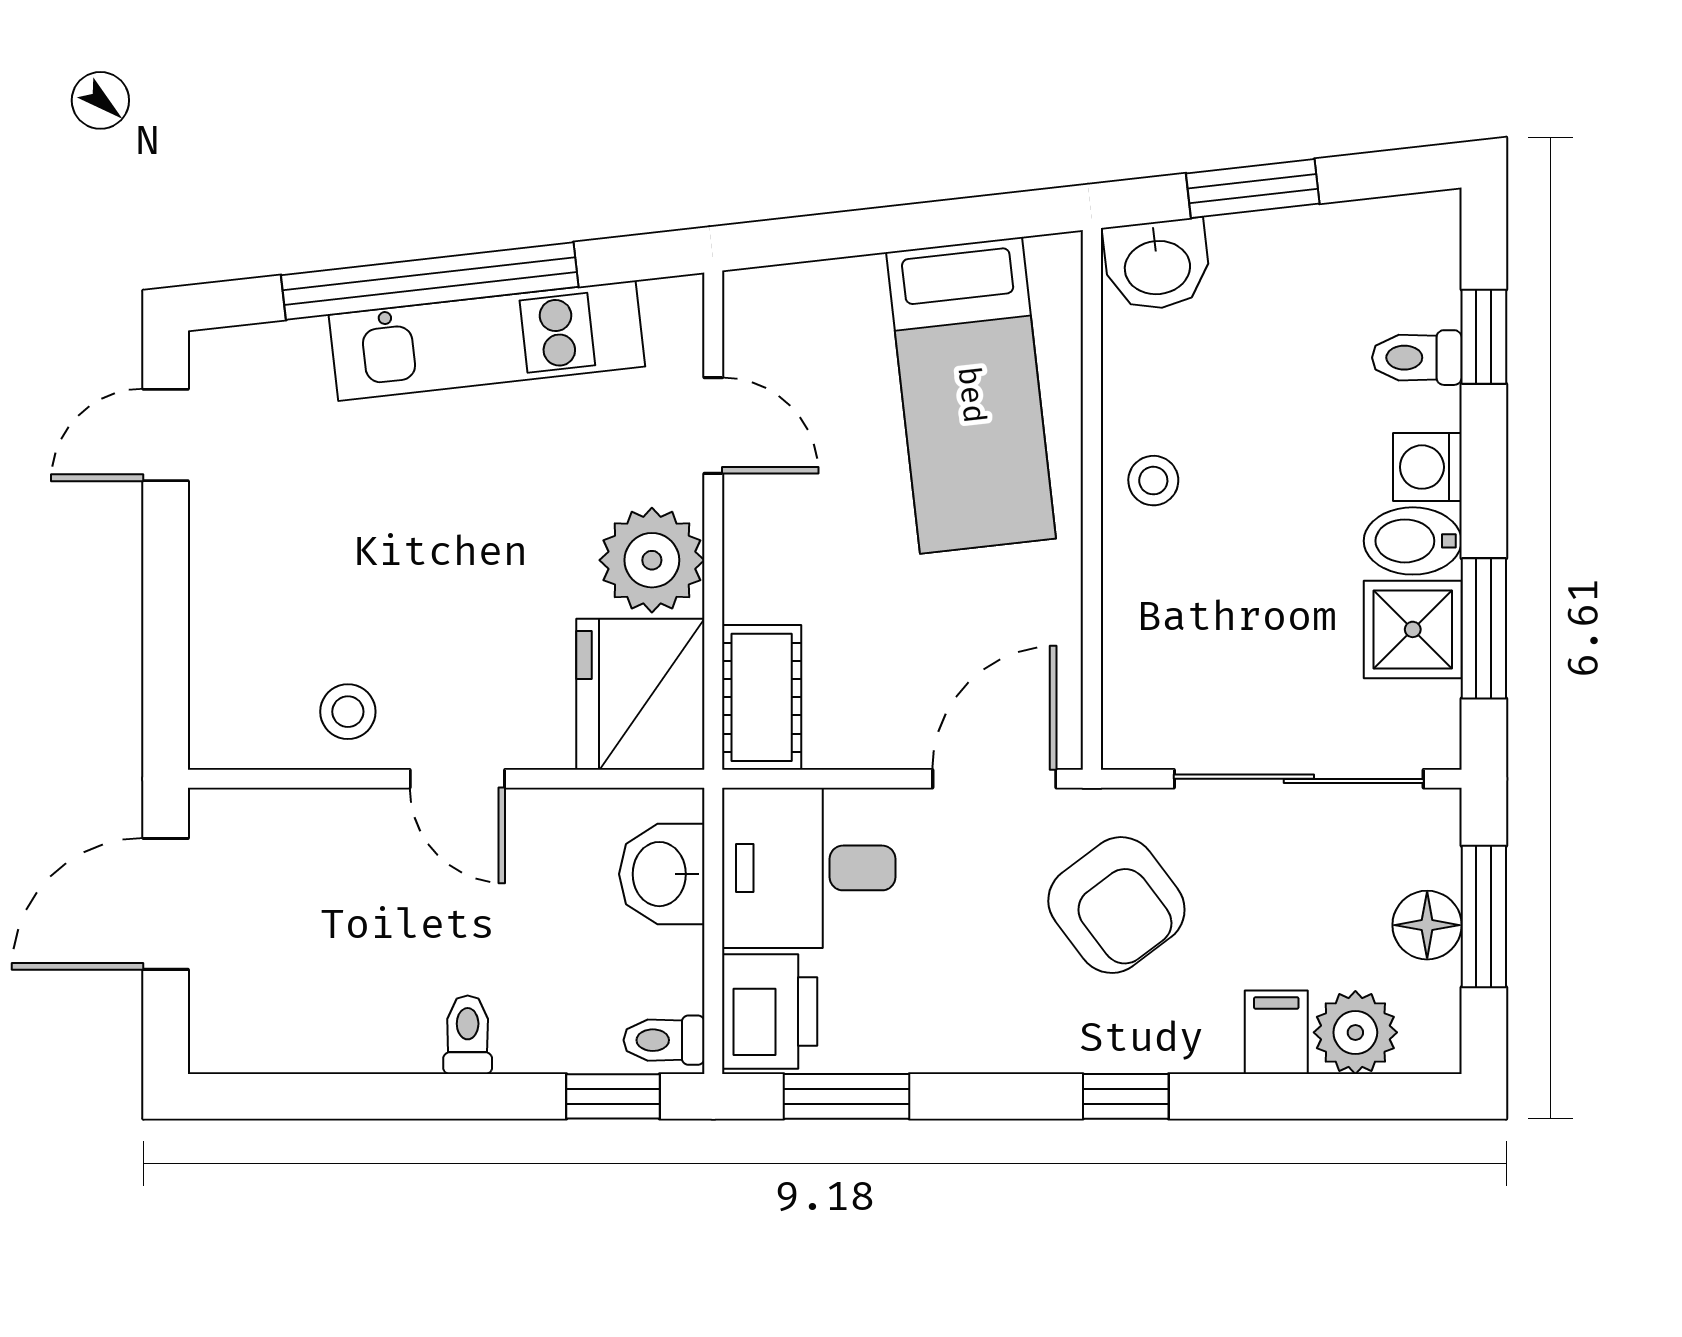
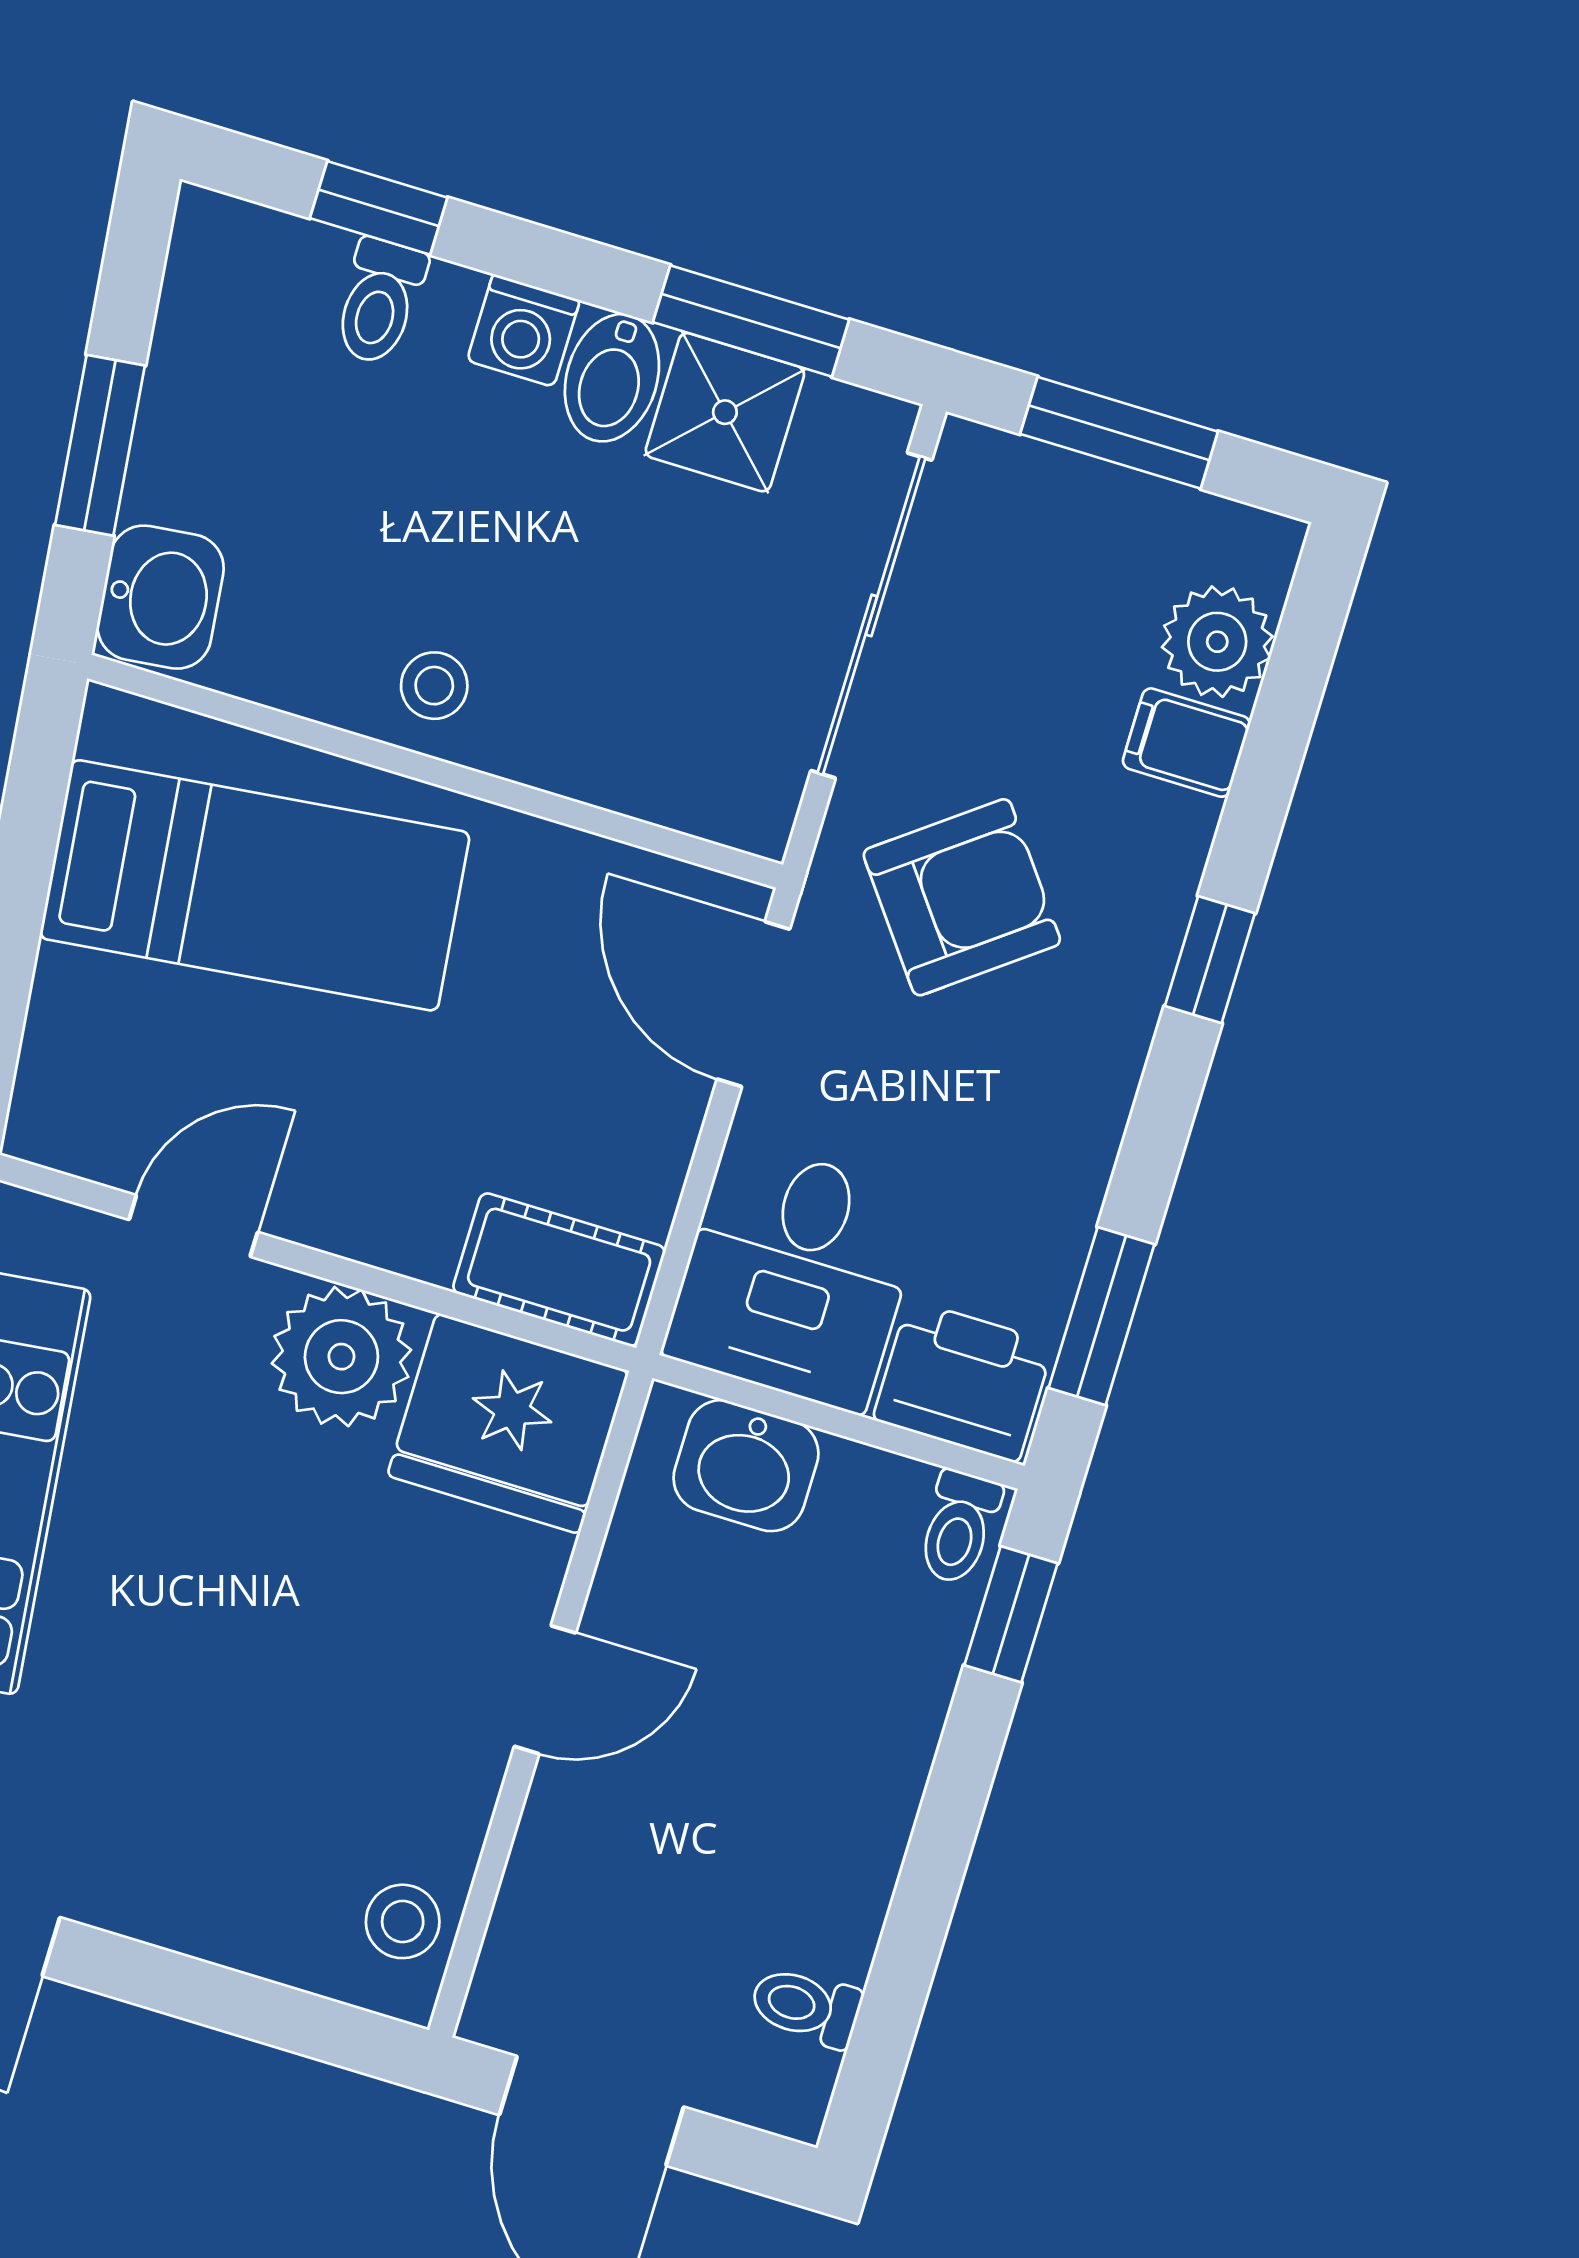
stool: (348, 712) -> (403, 1921), moved
floor lamp: (1427, 925) -> (1108, 509), removed
toilet: (468, 1035) -> (806, 2007), moved

